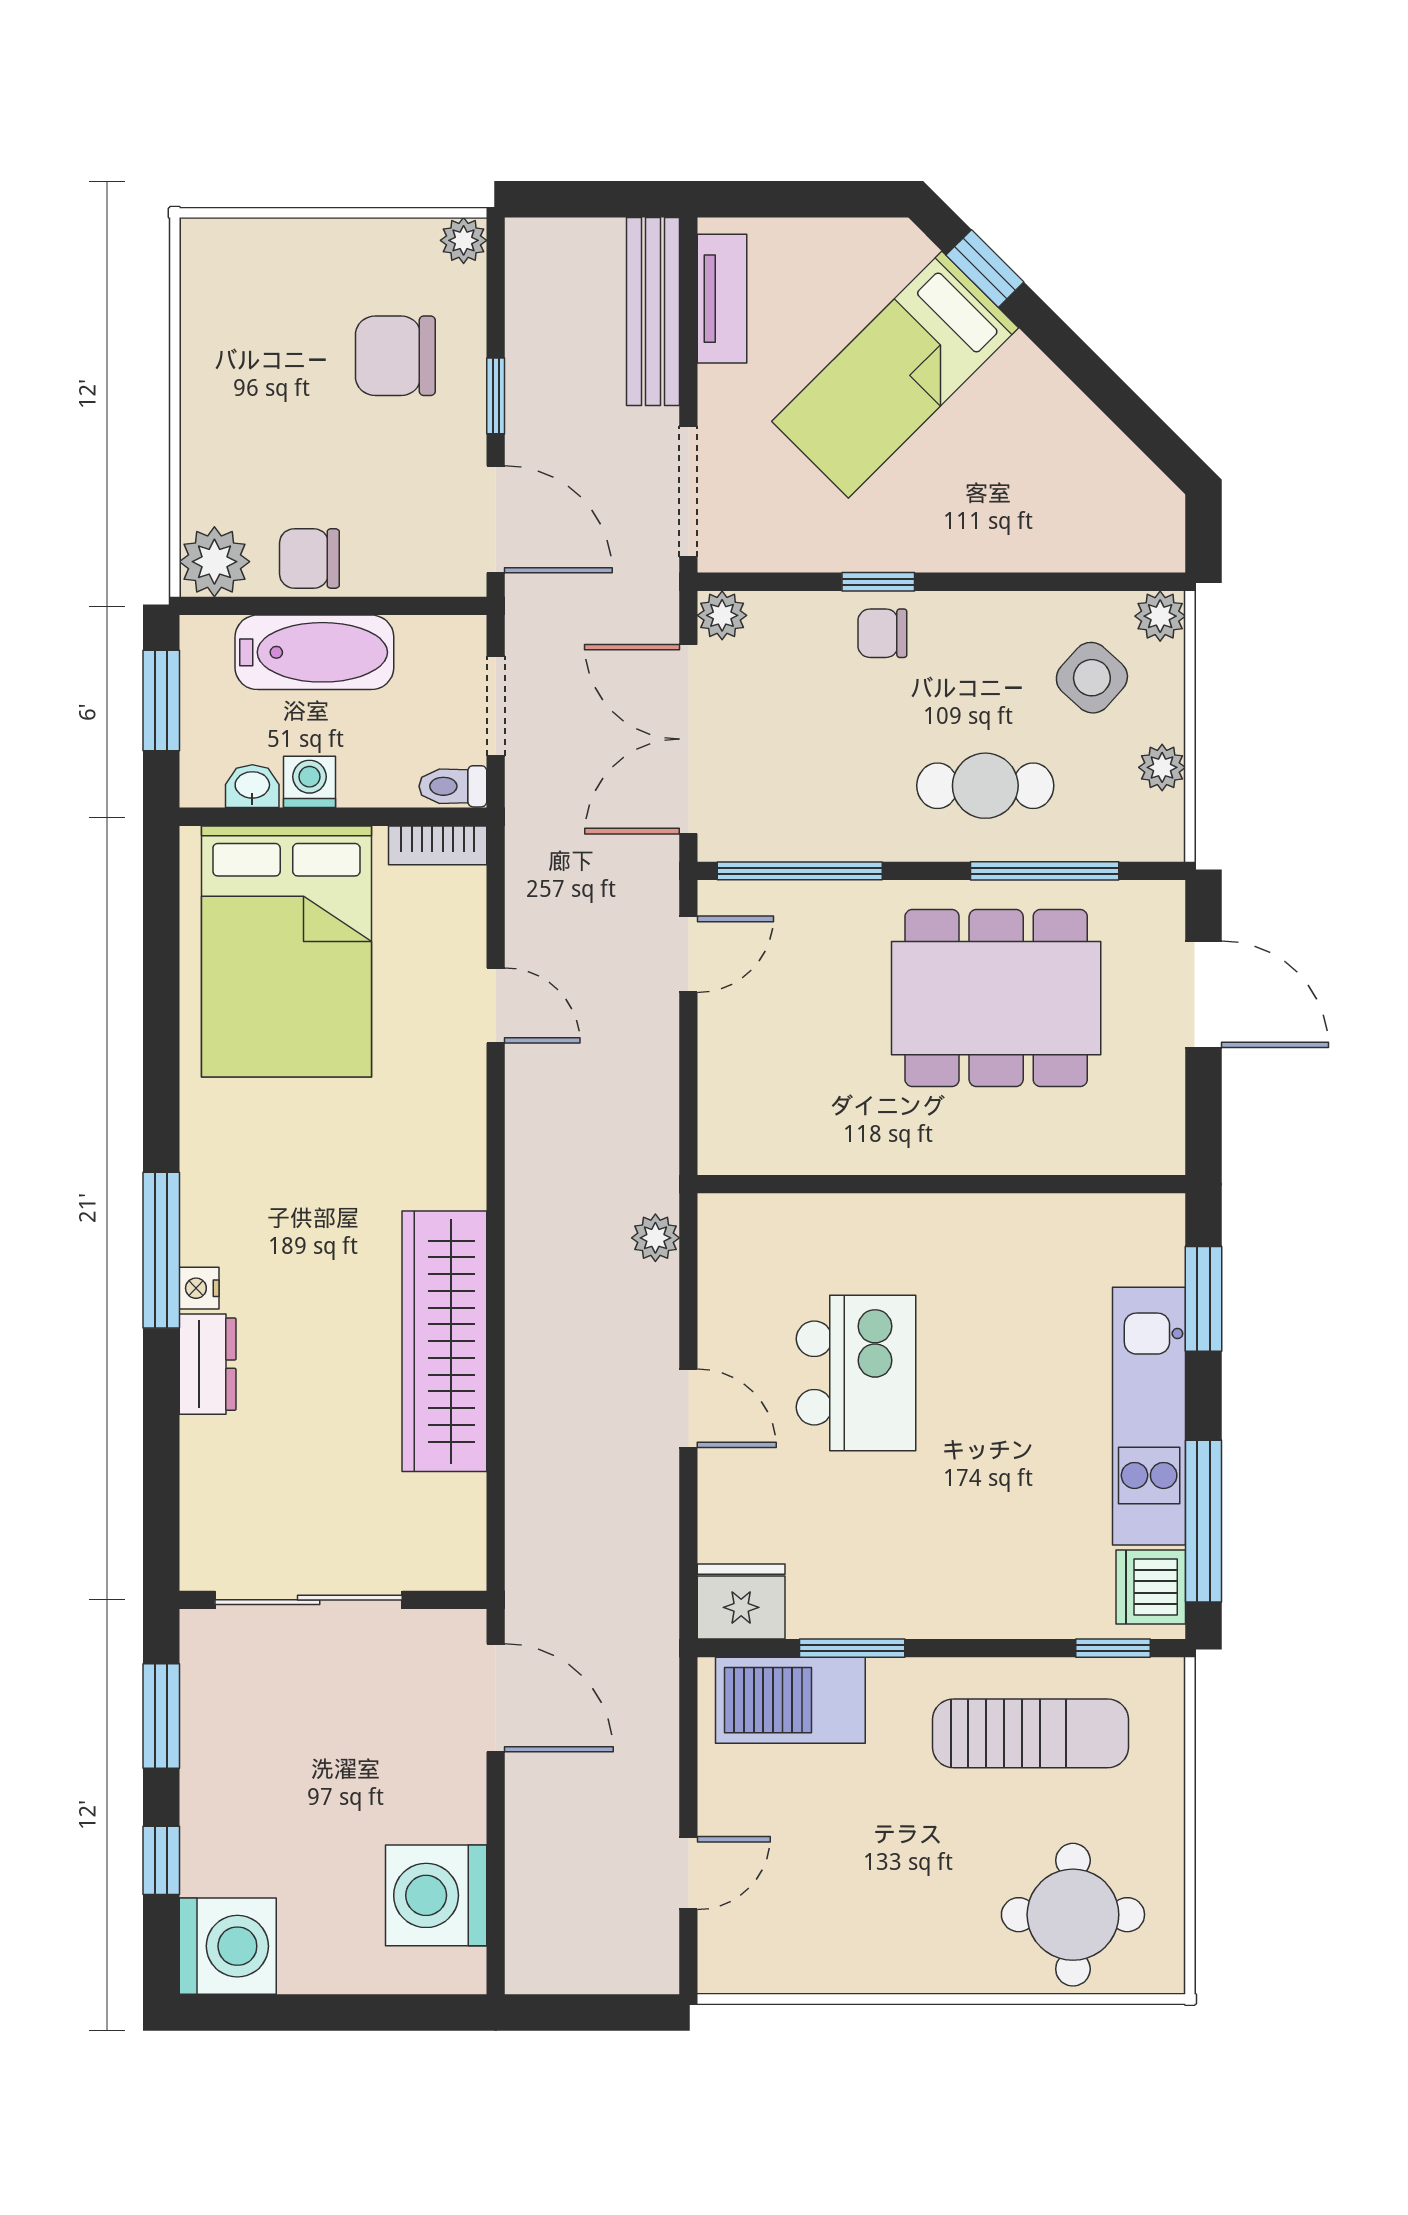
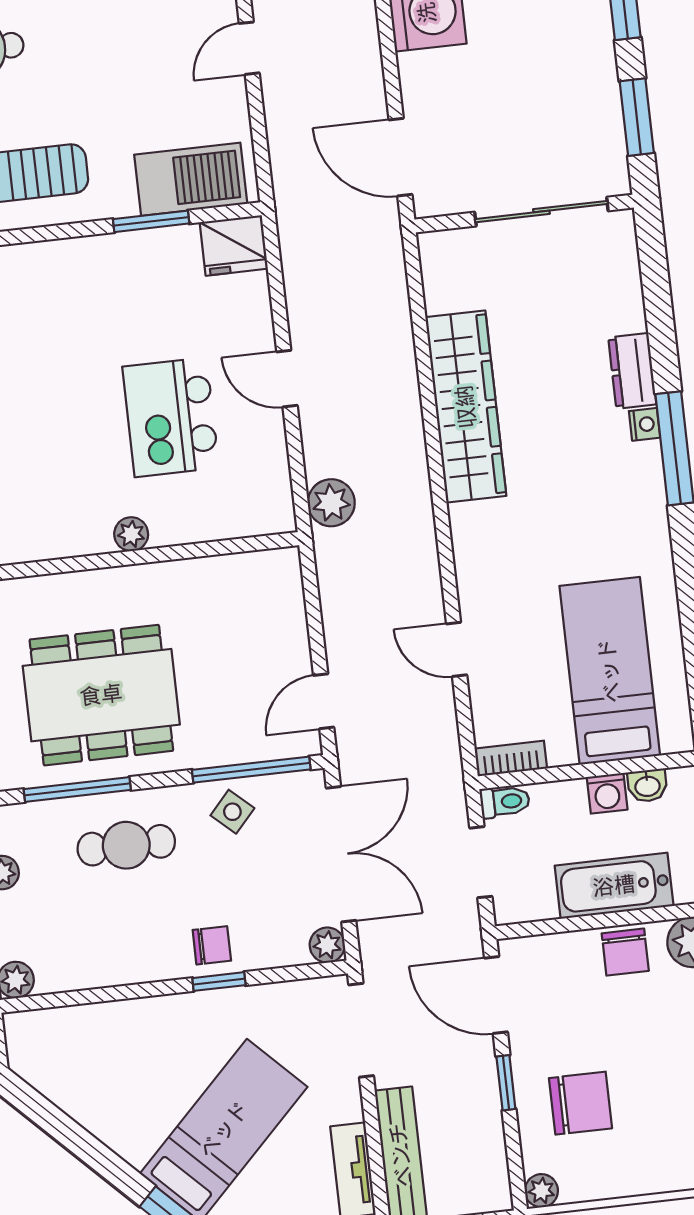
chair: (309, 558) -> (625, 952), turned 90
side table: (1092, 678) -> (232, 812), moved, width x0.73, depth x0.73
bed: (286, 951) -> (610, 671), width x0.67
plant: (929, 1217) -> (131, 534), added
plant: (655, 1238) -> (331, 503), width x1.38, depth x1.38

